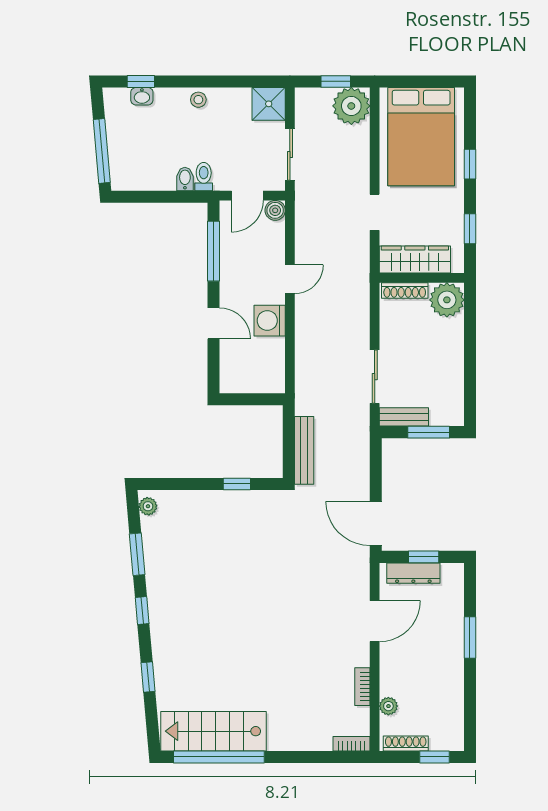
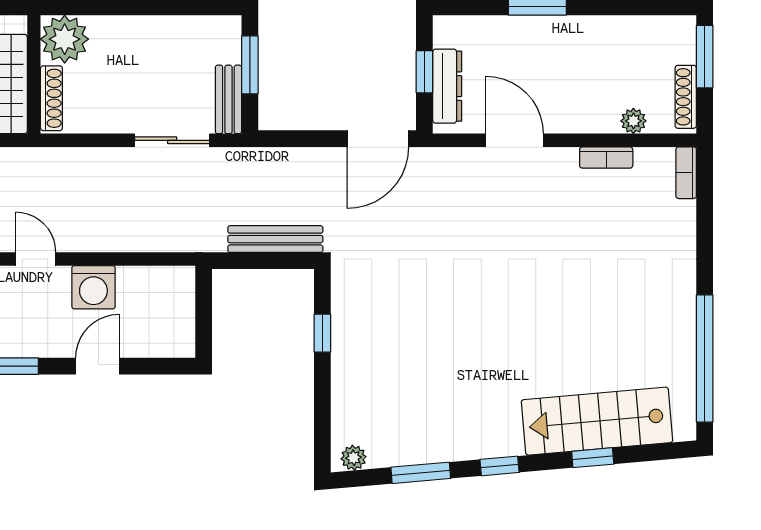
stairs: (214, 731) -> (597, 421), moved, turned 85
window: (434, 757) -> (705, 57), width x1.50

